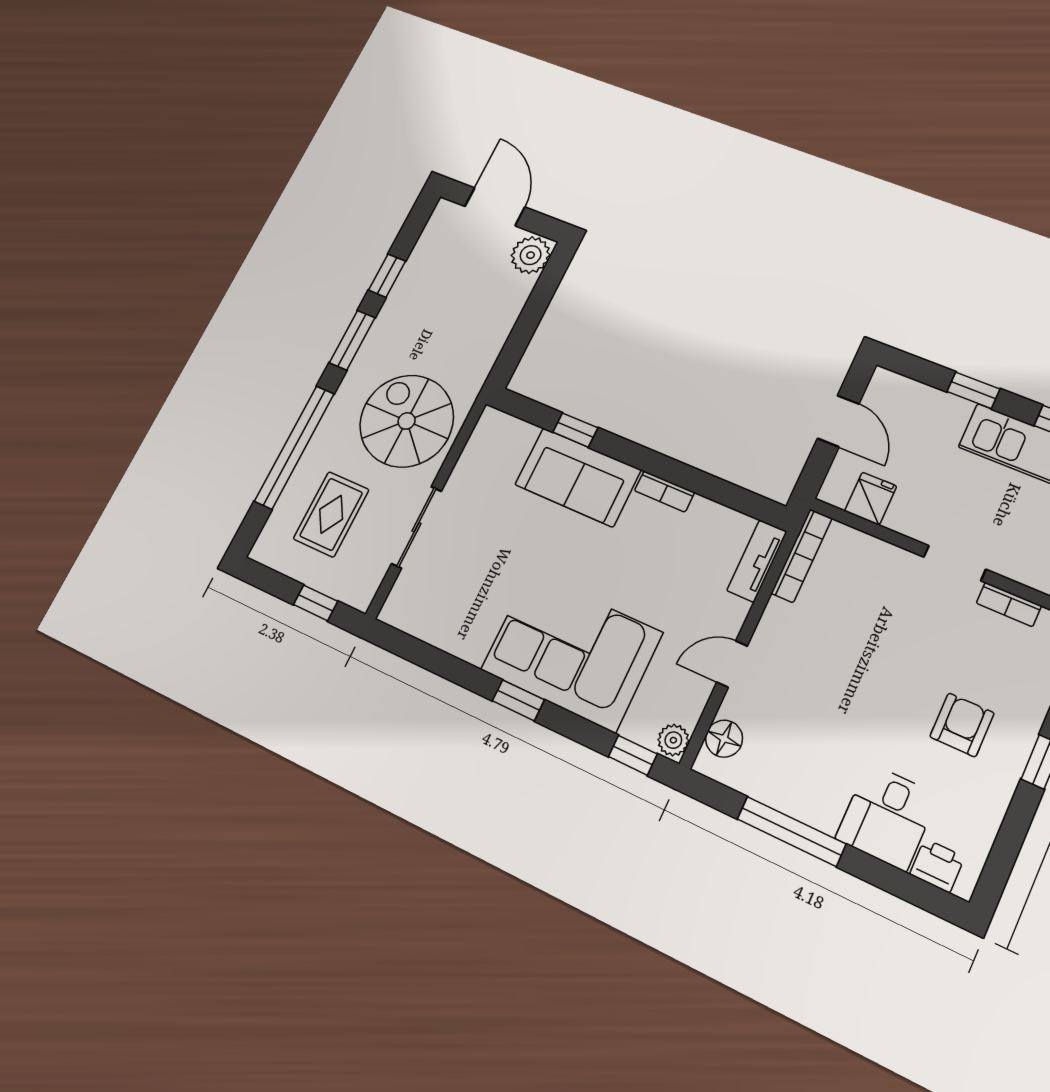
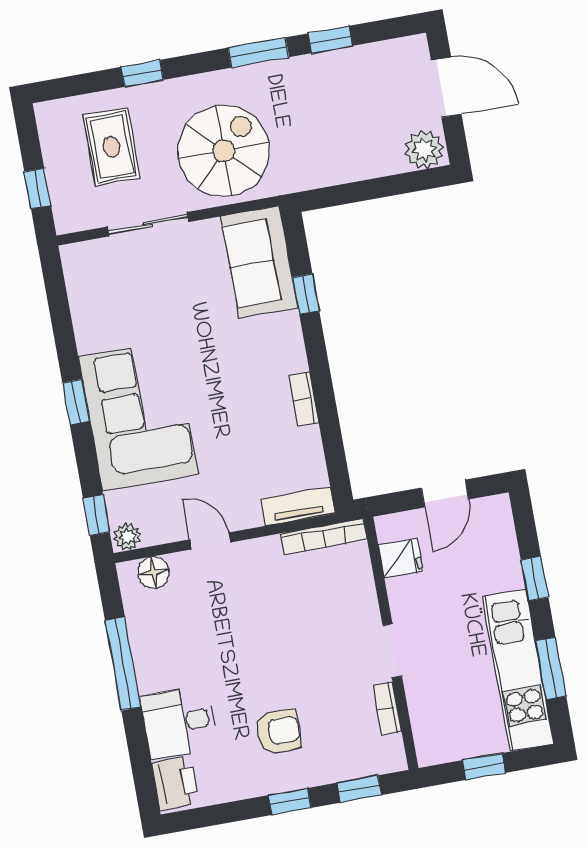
door: (495, 207) -> (446, 87), hinge flipped
window: (294, 447) -> (142, 73), width x0.32
sofa: (578, 477) -> (259, 262), moved
rug: (331, 514) -> (111, 147), turned 90
printer: (937, 866) -> (175, 783), width x1.36, depth x1.24

